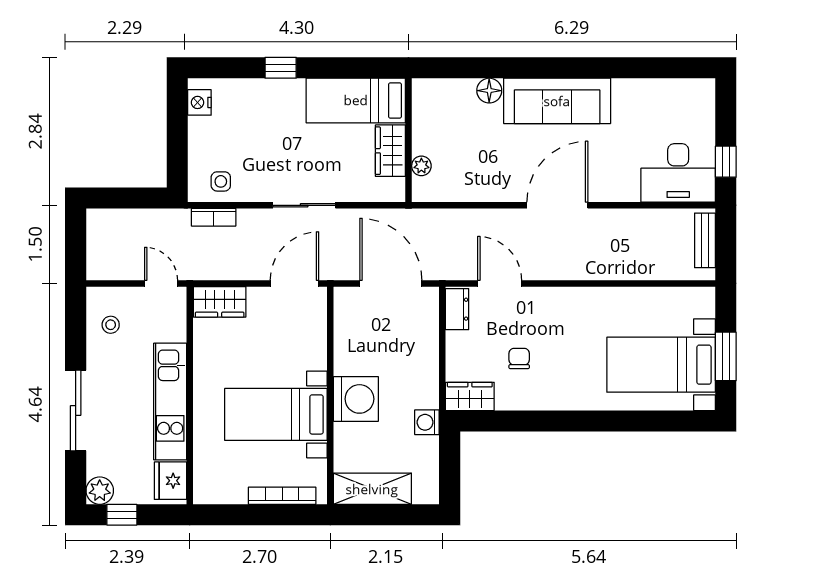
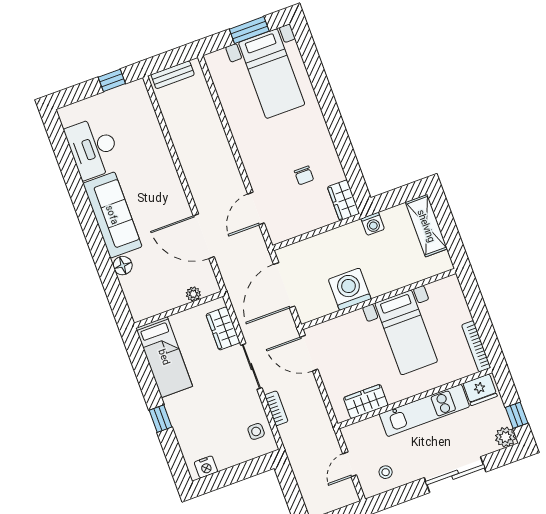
wardrobe: (390, 151) -> (223, 328), moved, turned 90
desk: (678, 173) -> (93, 148), moved, turned 180
door: (557, 205) -> (204, 236), moved
bookcase: (214, 217) -> (276, 408), moved
door: (161, 283) -> (350, 464), moved
wardrobe: (220, 302) -> (366, 401), moved, turned -90
dresser: (457, 309) -> (285, 232), removed
chair: (519, 358) -> (304, 175), turned -90
washing machine: (356, 399) -> (350, 289), moved
shelving: (372, 489) -> (426, 226), moved
bookcase: (282, 496) -> (476, 346), moved

